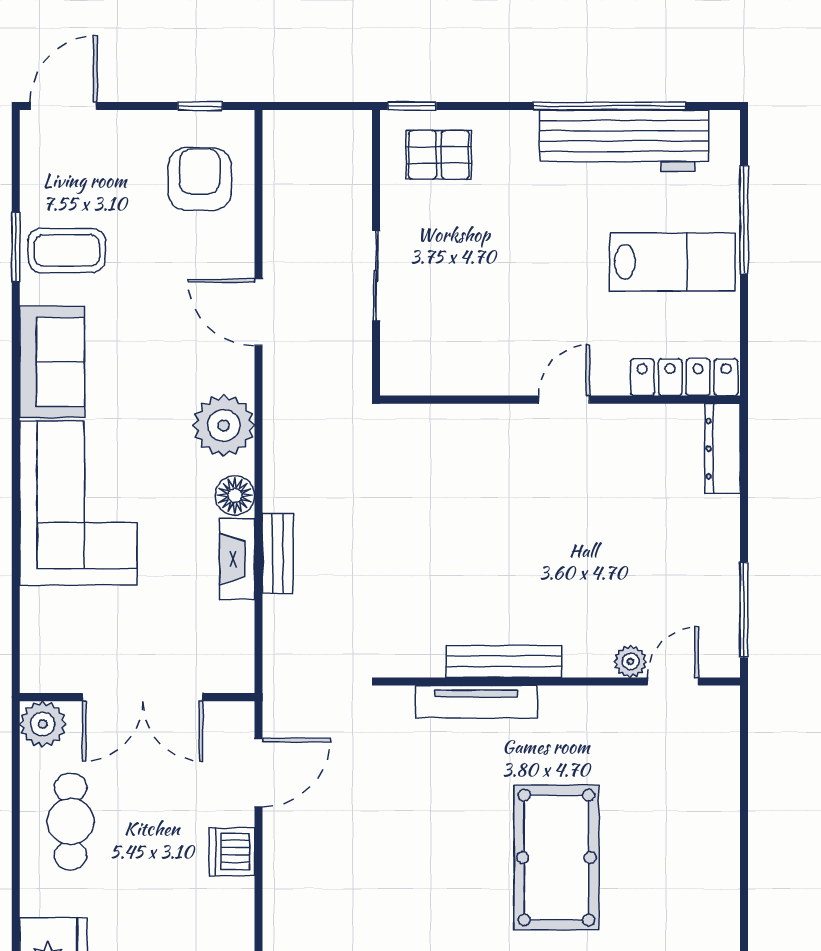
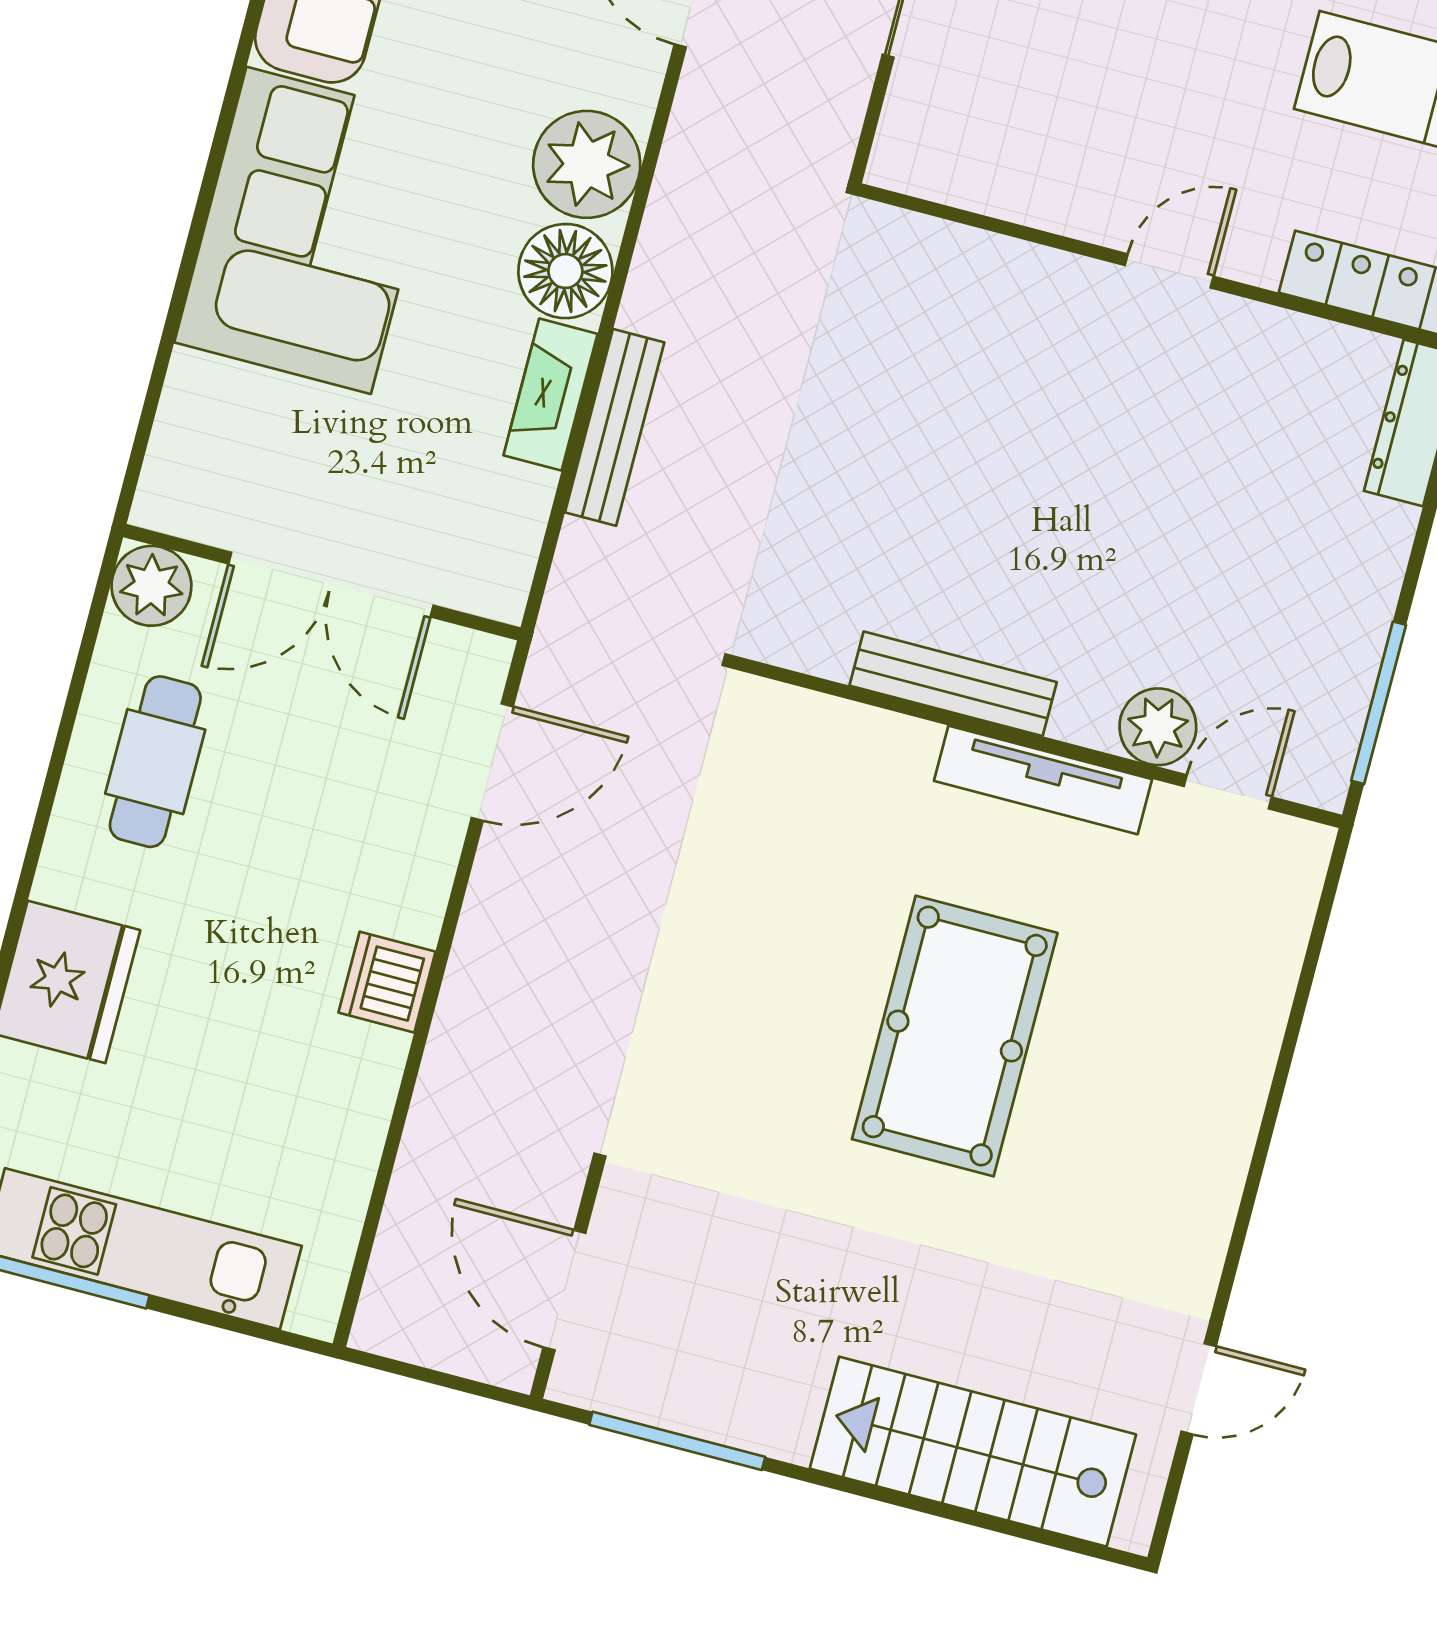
floor lamp: (235, 495) -> (565, 271), width x1.38, depth x1.38
bench: (278, 553) -> (615, 427), width x1.36
plant: (630, 661) -> (1158, 727), width x1.38, depth x1.38
tv unit: (476, 702) -> (1043, 780), moved
dishwasher: (232, 852) -> (387, 982), moved

